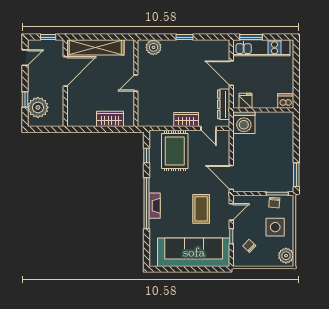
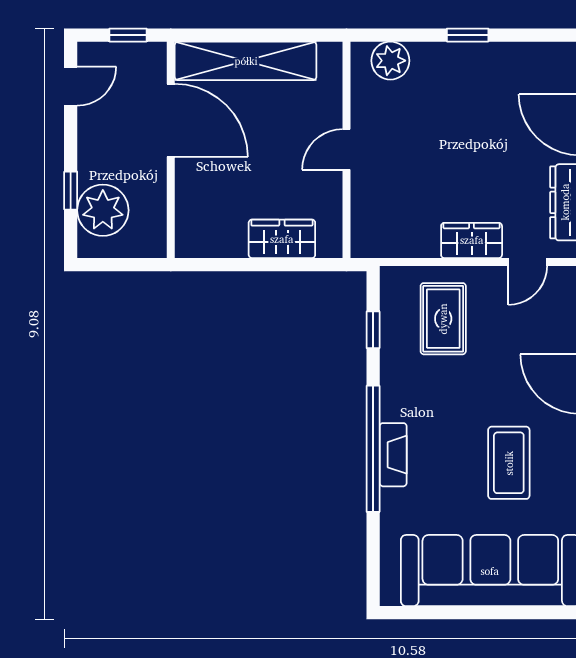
door: (65, 71) -> (171, 120), hinge flipped
door: (209, 128) -> (528, 262), hinge flipped
rug: (175, 151) -> (443, 319), width x0.73, depth x0.70

